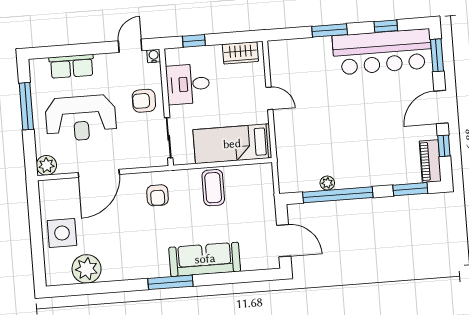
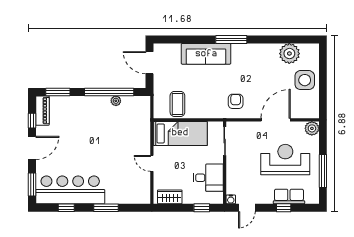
window: (78, 50) -> (284, 208), added
armchair: (144, 101) -> (240, 168), removed
coffee table: (213, 188) -> (177, 104), moved

